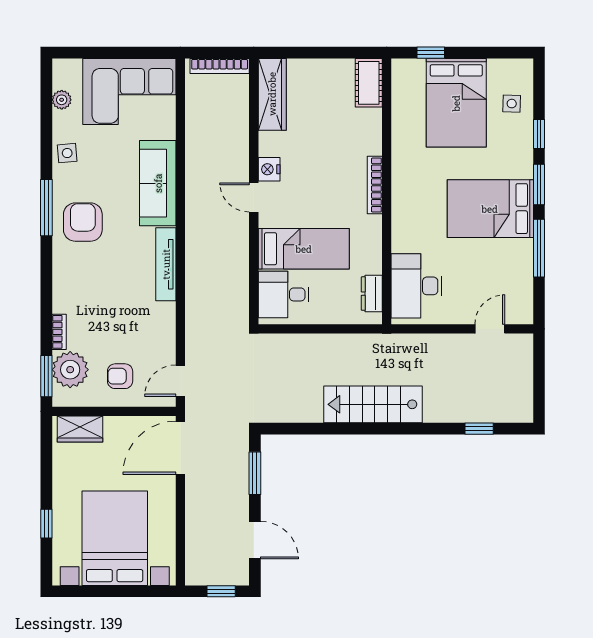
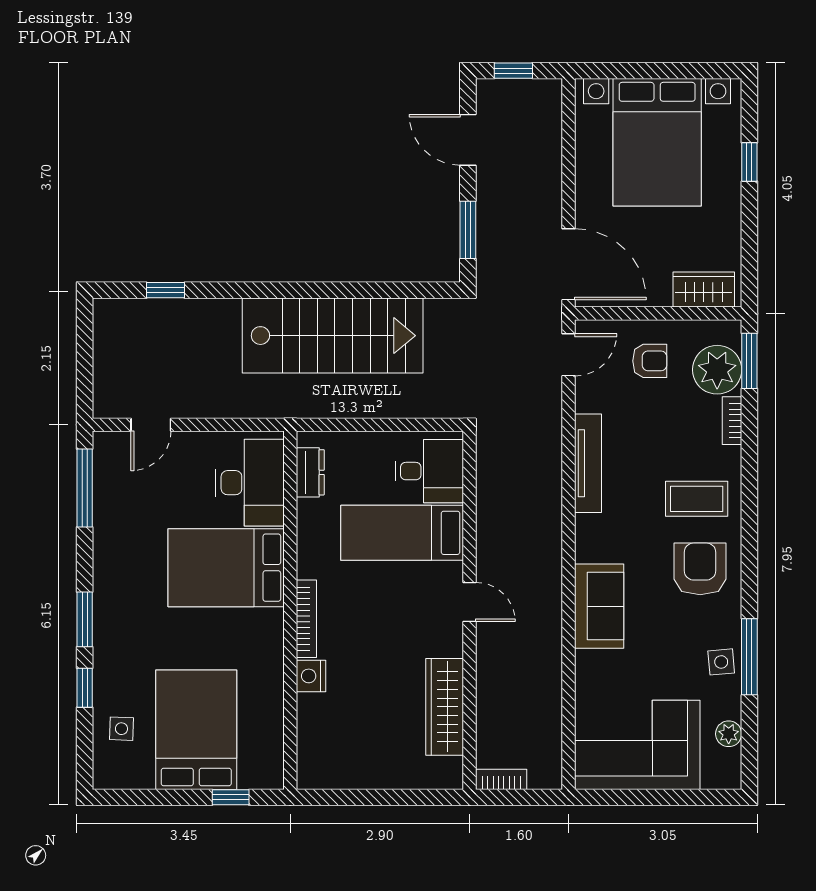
bookcase: (220, 66) -> (501, 779), width x0.64
cot: (369, 83) -> (314, 757), removed
wardrobe: (272, 94) -> (445, 707), moved
nightstand: (269, 169) -> (311, 676), moved, turned 180
sofa: (158, 183) -> (599, 606), width x0.73
window: (46, 208) -> (749, 657), moved
bed: (490, 209) -> (226, 568), moved, turned 180
armchair: (83, 222) -> (700, 569), turned 180
window: (539, 248) -> (85, 488), moved
tv unit: (166, 264) -> (588, 463), moved
coffee table: (85, 274) -> (697, 499), added
stairs: (373, 404) -> (333, 336), width x1.36, depth x1.51
door: (180, 448) -> (568, 264), hinge flipped

